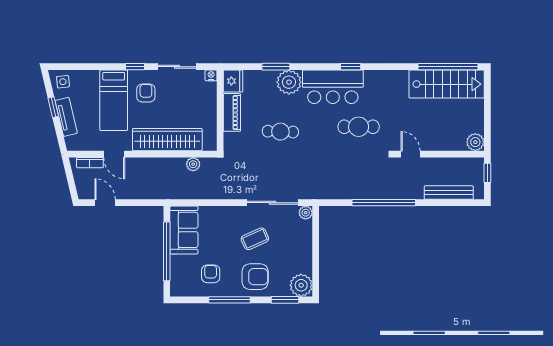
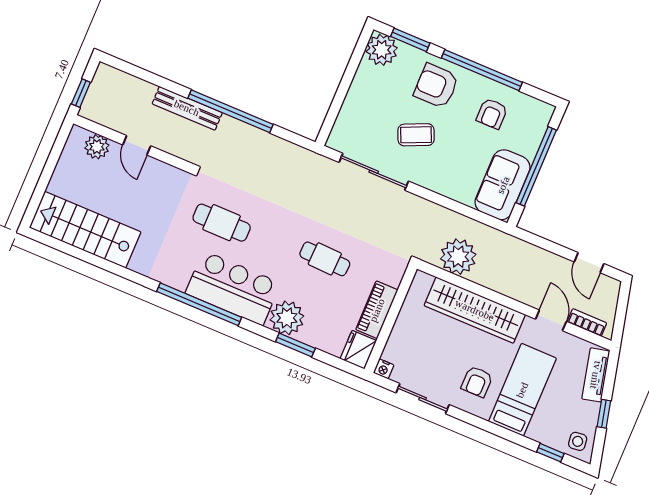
window: (135, 67) -> (550, 453), moved
window: (351, 67) -> (199, 304), width x3.17
window: (448, 67) -> (74, 251), removed
tv unit: (66, 117) -> (596, 375), moved
plant: (475, 142) -> (97, 147), moved
door: (411, 154) -> (137, 145), moved
plant: (193, 164) -> (458, 257), width x1.87, depth x1.87
bench: (449, 193) -> (187, 108), moved
plant: (306, 213) -> (336, 141), removed
window: (229, 300) -> (482, 70), width x1.46

